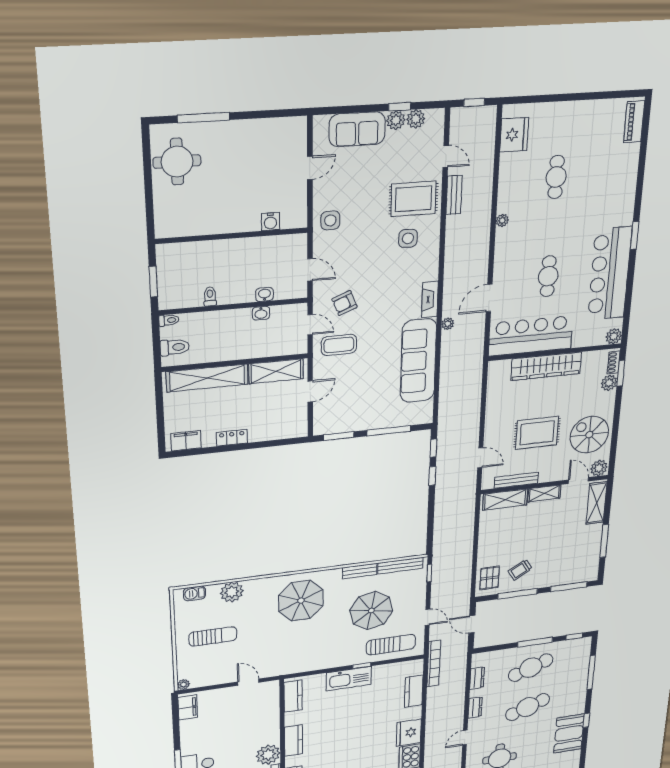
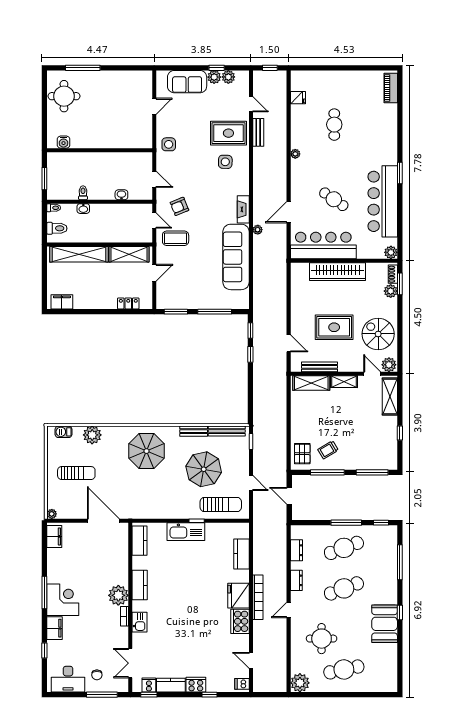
fridge: (514, 135) -> (298, 98), width x0.53, depth x0.75
water cooler: (270, 222) -> (64, 142), moved
cafe table: (548, 276) -> (334, 199), turned -55
washbasin: (261, 313) -> (83, 209), moved
locker: (232, 438) -> (128, 303), moved
window: (604, 541) -> (400, 433), width x0.46
bookcase: (434, 664) -> (258, 597), moved
door: (248, 682) -> (103, 521), width x1.88

